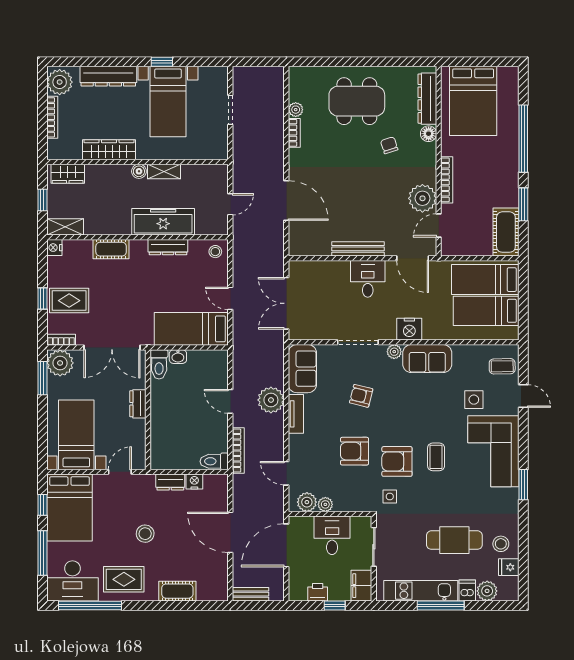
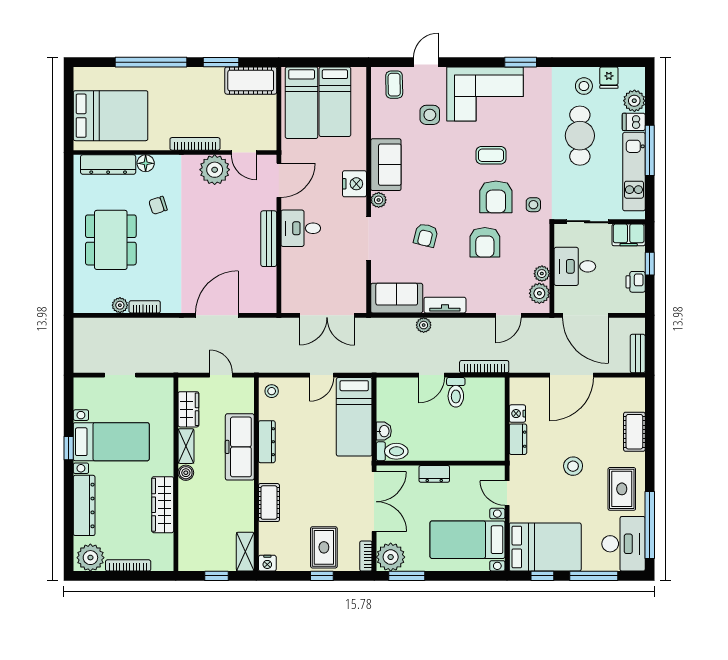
wardrobe: (68, 174) -> (188, 409), moved
plant: (271, 400) -> (424, 325), width x0.53, depth x0.53
toilet: (214, 461) -> (456, 392), moved

